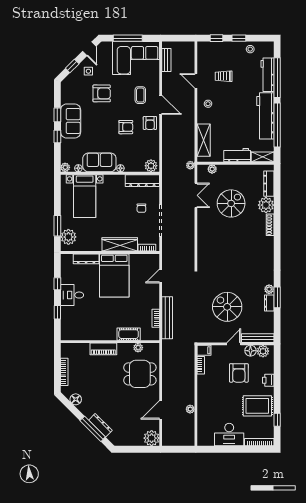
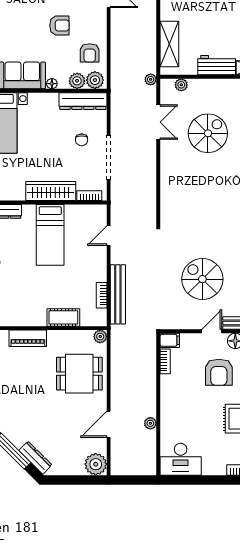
armchair: (150, 123) -> (90, 53), moved
plant: (138, 166) -> (77, 81), added
bed: (114, 275) -> (50, 235), width x0.67
plant: (138, 348) -> (100, 337), moved
dresser: (100, 425) -> (35, 458), moved
desk: (229, 435) -> (181, 459), moved

